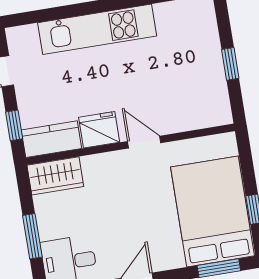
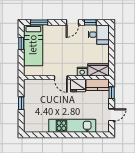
nightstand: (94, 165) -> (82, 72), added
bed: (213, 211) -> (33, 45), width x0.67
window: (32, 236) -> (112, 47), removed

